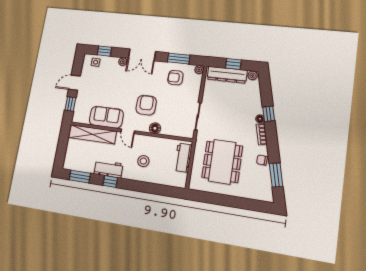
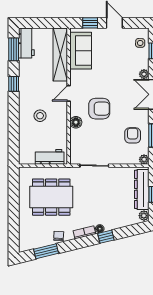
sofa: (106, 117) -> (81, 51), moved
workbench: (108, 169) -> (26, 43), moved

